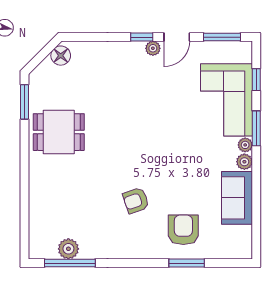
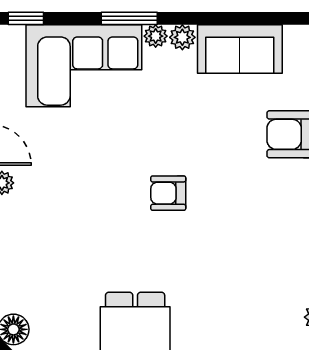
window: (256, 80) -> (26, 18), moved
armchair: (136, 200) -> (168, 193), moved, turned 109

